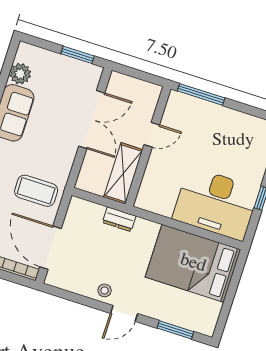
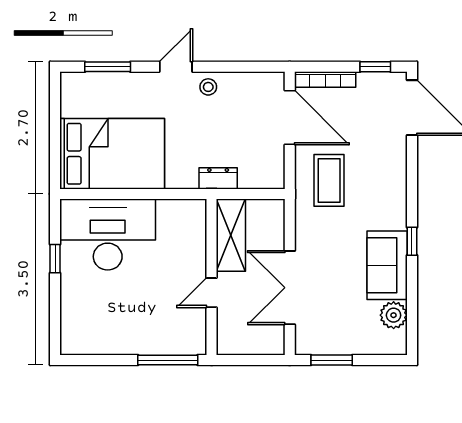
coffee table: (36, 191) -> (329, 180), turned 90

